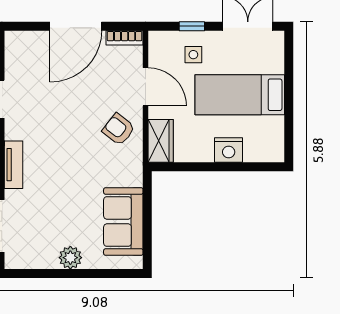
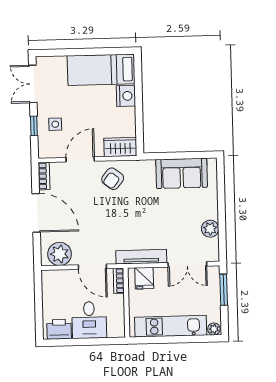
plant: (20, 56) -> (60, 254), added
bed: (240, 95) -> (101, 70), moved, turned 90
tv unit: (14, 165) -> (141, 257), width x1.41
plant: (70, 258) -> (210, 229), moved

